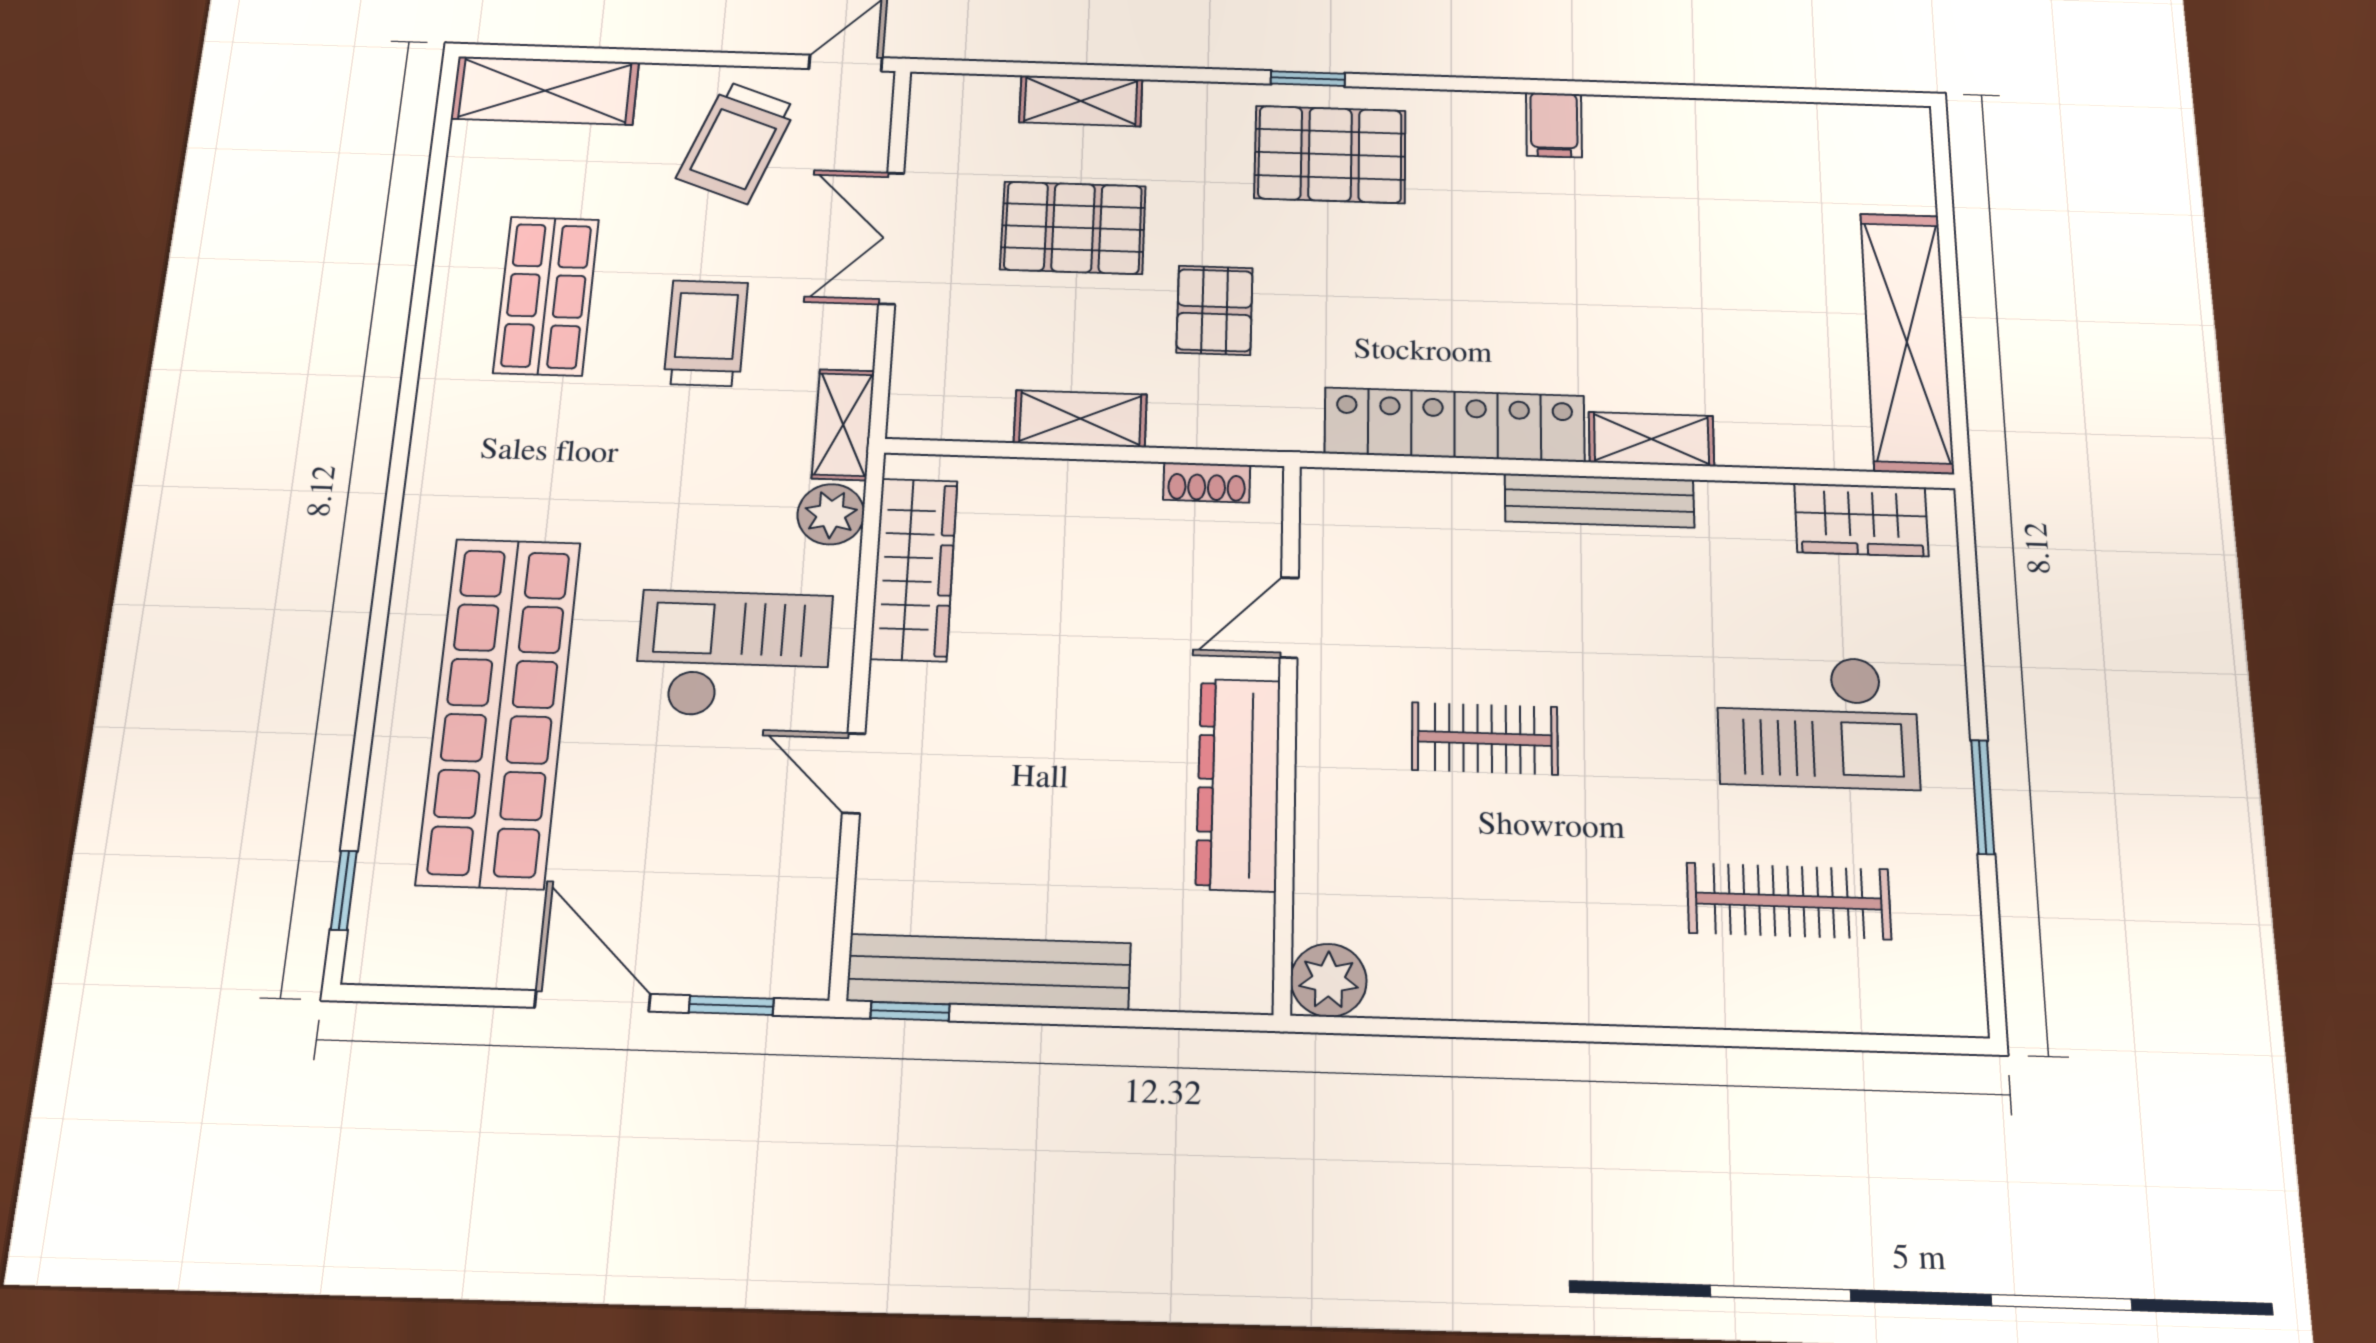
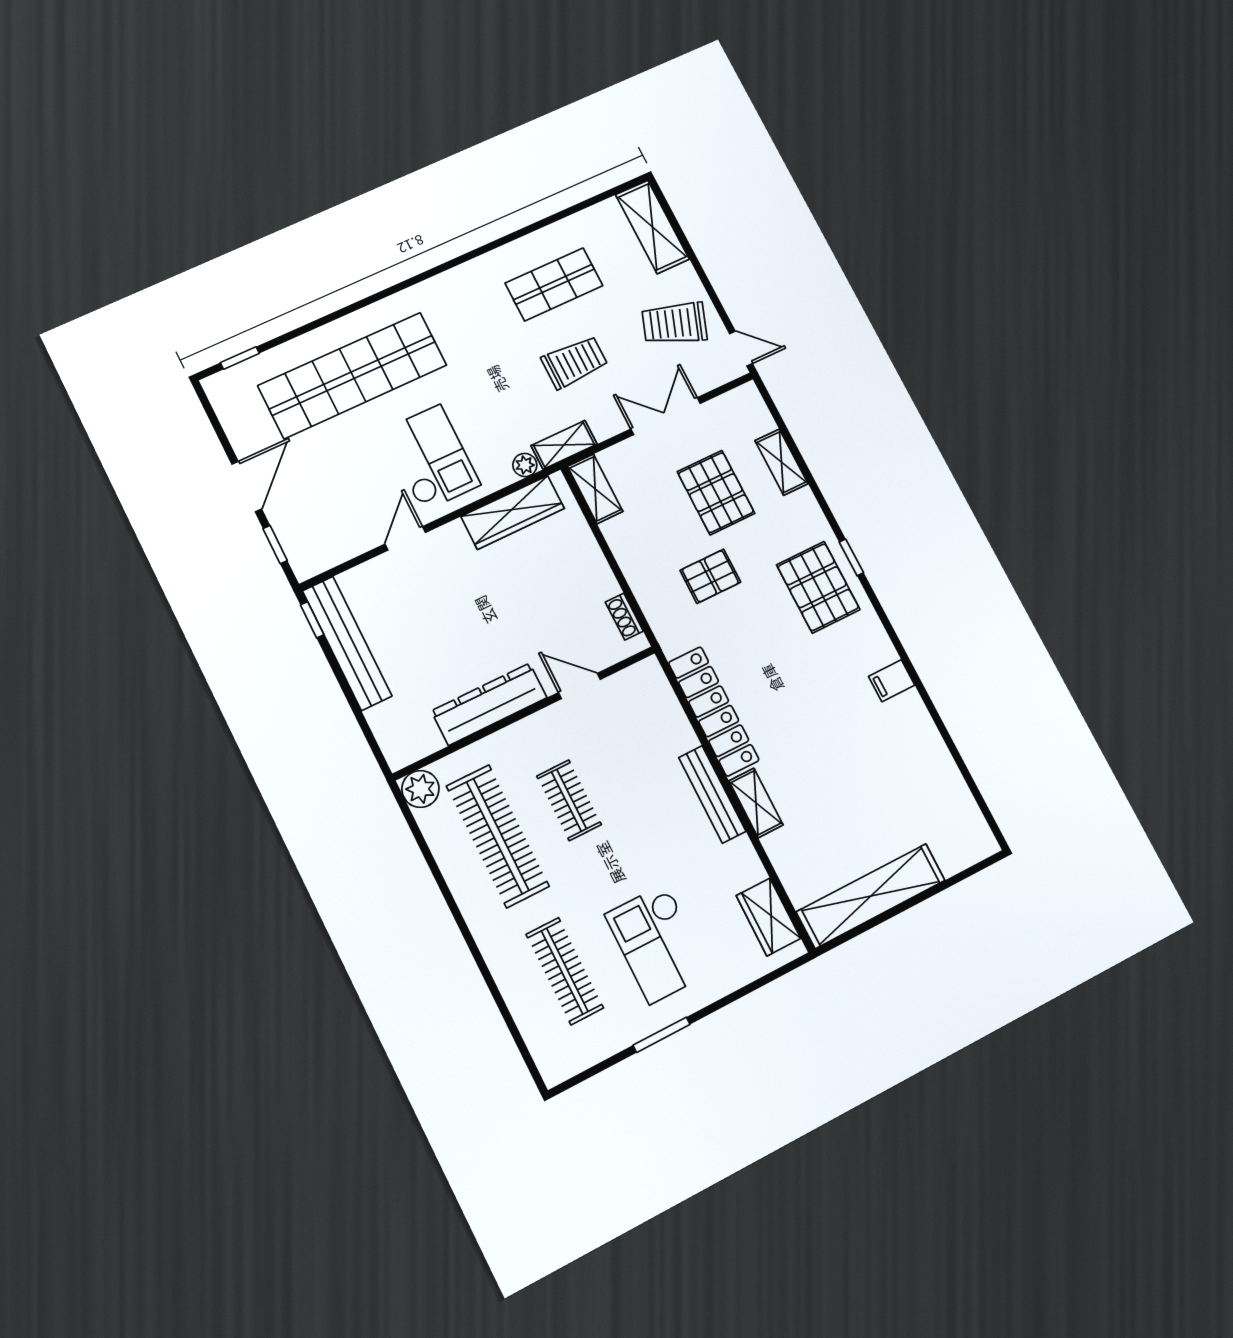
shelving: (1080, 419) -> (595, 489), moved
plant: (831, 514) -> (525, 465), width x0.73, depth x0.73
clothes rail: (1486, 891) -> (498, 836), added

